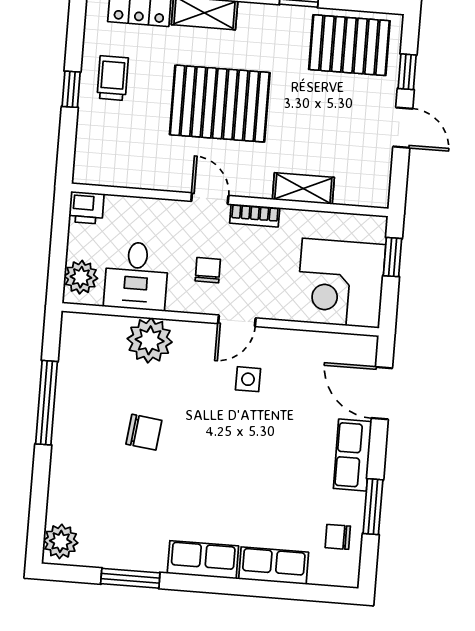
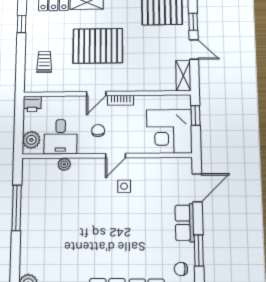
trolley: (113, 78) -> (44, 62), moved
window: (71, 89) -> (22, 24), moved
shelving: (303, 189) -> (183, 76), moved, turned 90
door: (210, 198) -> (96, 94), swing flipped
plant: (150, 340) -> (64, 164), width x0.53, depth x0.53
door: (382, 393) -> (197, 188), swing flipped
chair: (144, 432) -> (70, 220), removed

